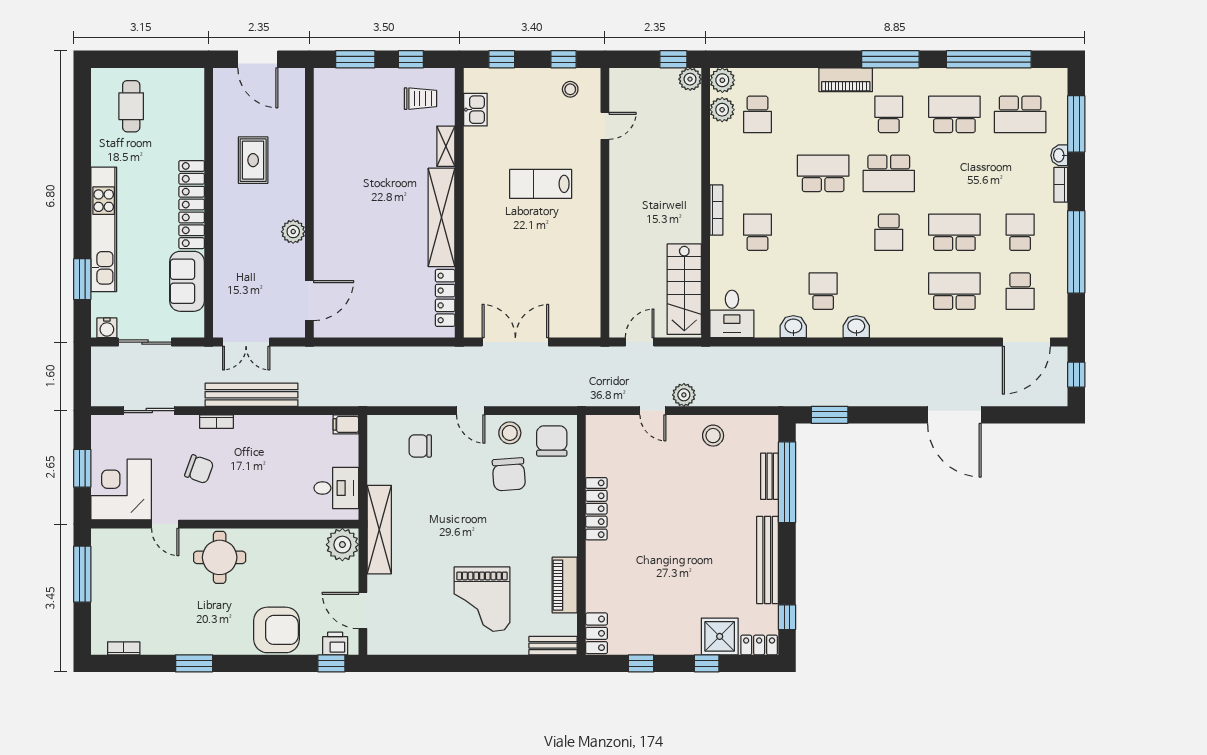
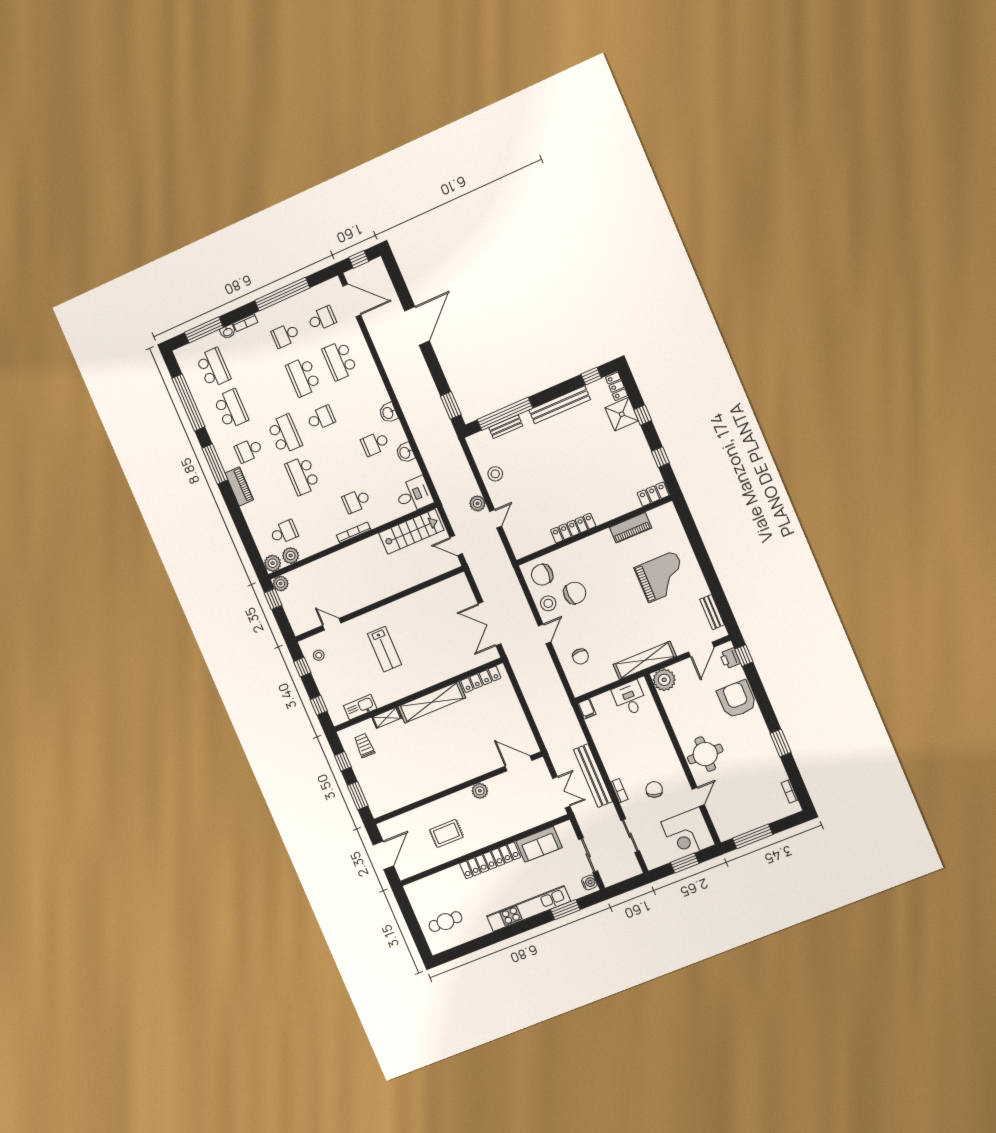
kitchen sink: (475, 110) -> (360, 707), width x1.38
school desk: (954, 114) -> (231, 409), turned 180
bench: (553, 646) -> (712, 612), moved

